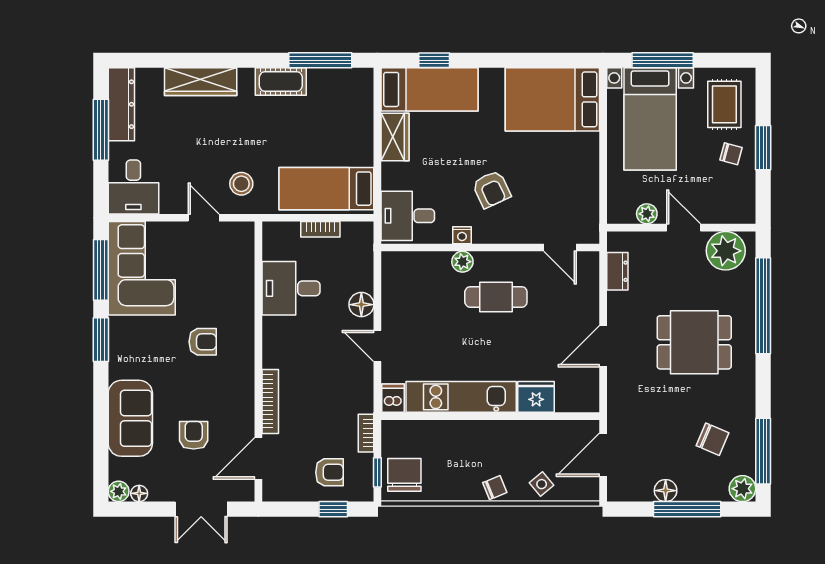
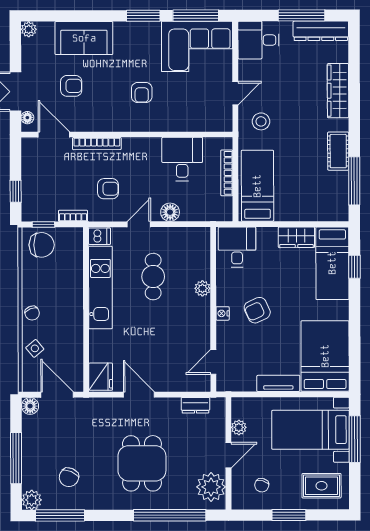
chair: (731, 154) -> (262, 485), moved
tv unit: (589, 161) -> (278, 383), added
bookcase: (320, 229) -> (227, 173), width x1.56
nightstand: (462, 235) -> (223, 313), moved
cafe table: (496, 297) -> (153, 277), moved
fridge: (536, 397) -> (101, 377), moved
armchair: (329, 472) -> (108, 189), moved, turned -90
floor lamp: (666, 491) -> (30, 406), moved
floor lamp: (139, 493) -> (27, 118), moved

